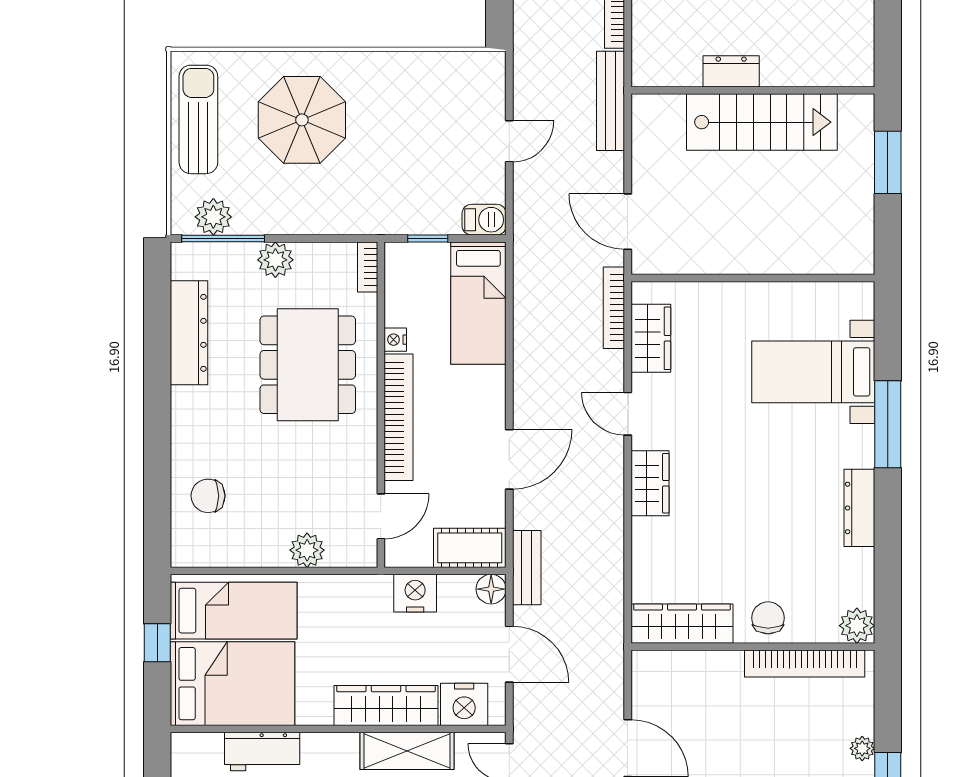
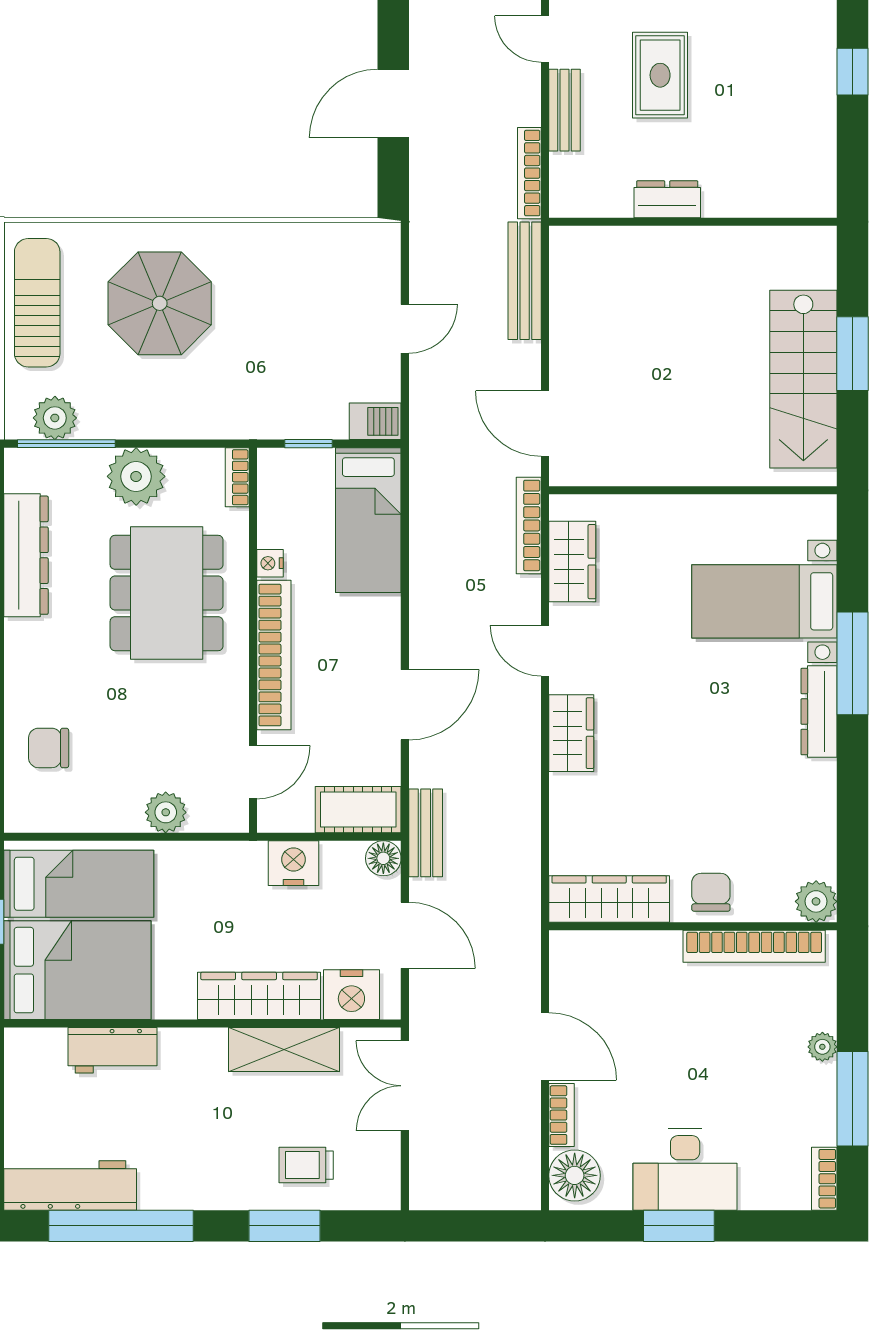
dresser: (731, 71) -> (667, 199), moved
wall: (753, 90) -> (693, 222), moved
stairs: (762, 122) -> (803, 379), moved, turned 90
plant: (275, 260) -> (136, 476), width x1.36, depth x1.36
dresser: (859, 508) -> (819, 712), moved

